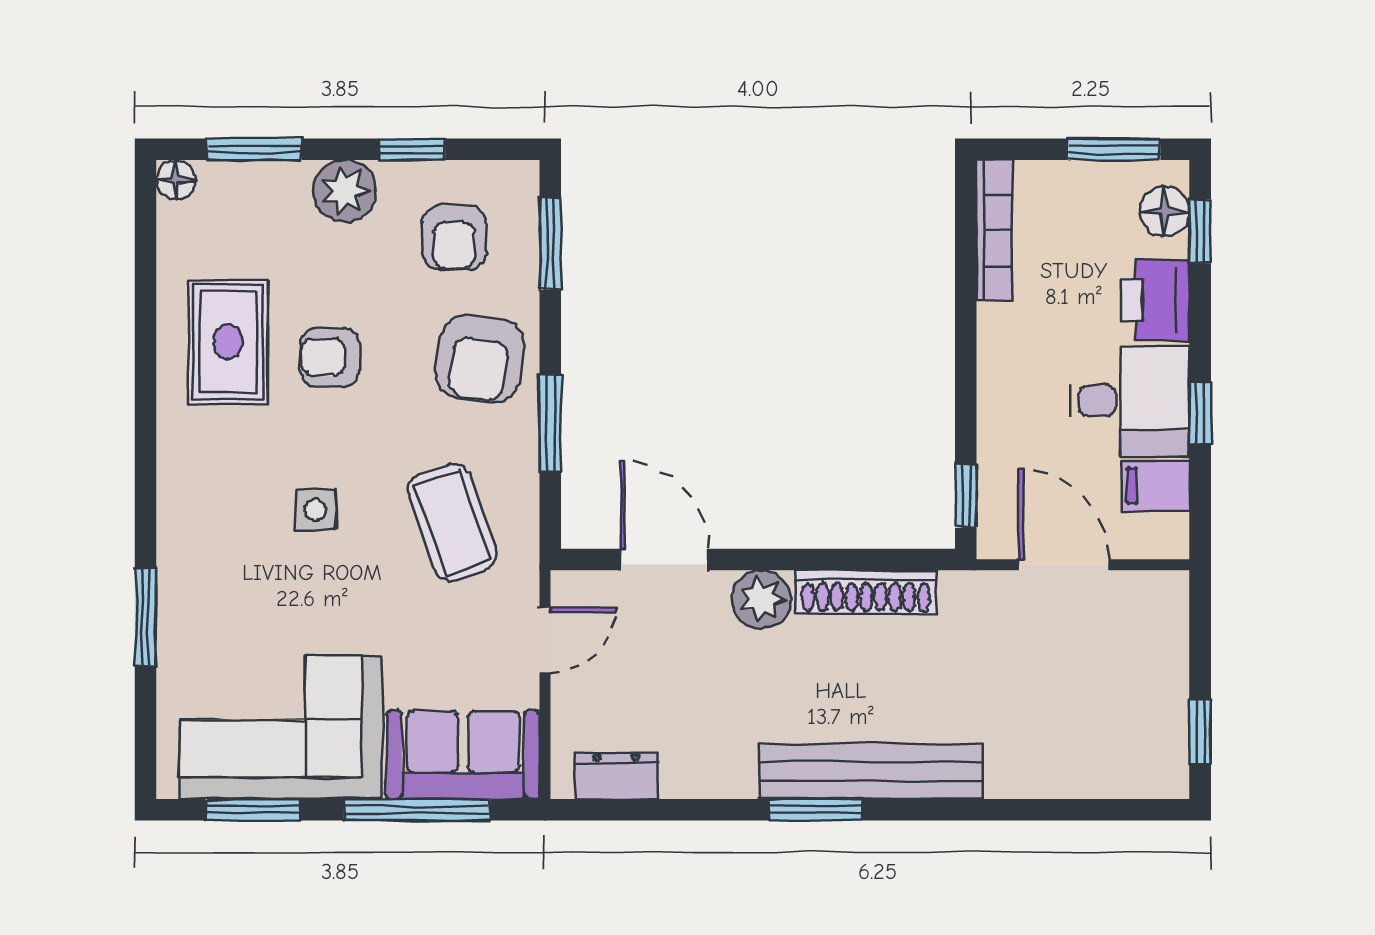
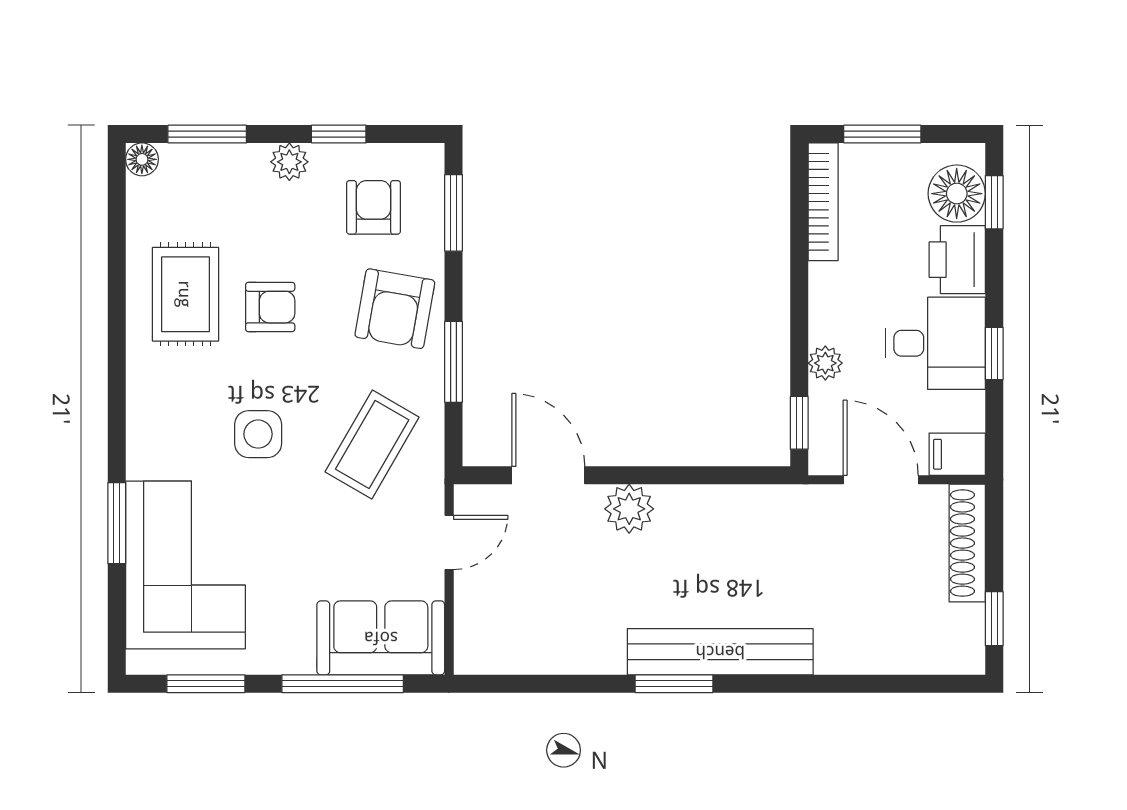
window: (1114, 149) -> (882, 134), moved
plant: (345, 191) -> (289, 162), width x0.73, depth x0.73
floor lamp: (1164, 211) -> (957, 194), width x1.38, depth x1.38
armchair: (454, 237) -> (373, 207), turned 180
armchair: (330, 357) -> (270, 307), turned 180
plant: (997, 424) -> (825, 363), added
filing cabinet: (1156, 486) -> (957, 454), moved
side table: (315, 510) -> (258, 434), width x1.37, depth x1.37
coffee table: (453, 522) -> (372, 444), turned 49
shoe rack: (866, 592) -> (967, 543), moved, turned 90
corner sofa: (281, 727) -> (185, 565), moved, turned 90
dresser: (616, 776) -> (508, 655), removed

